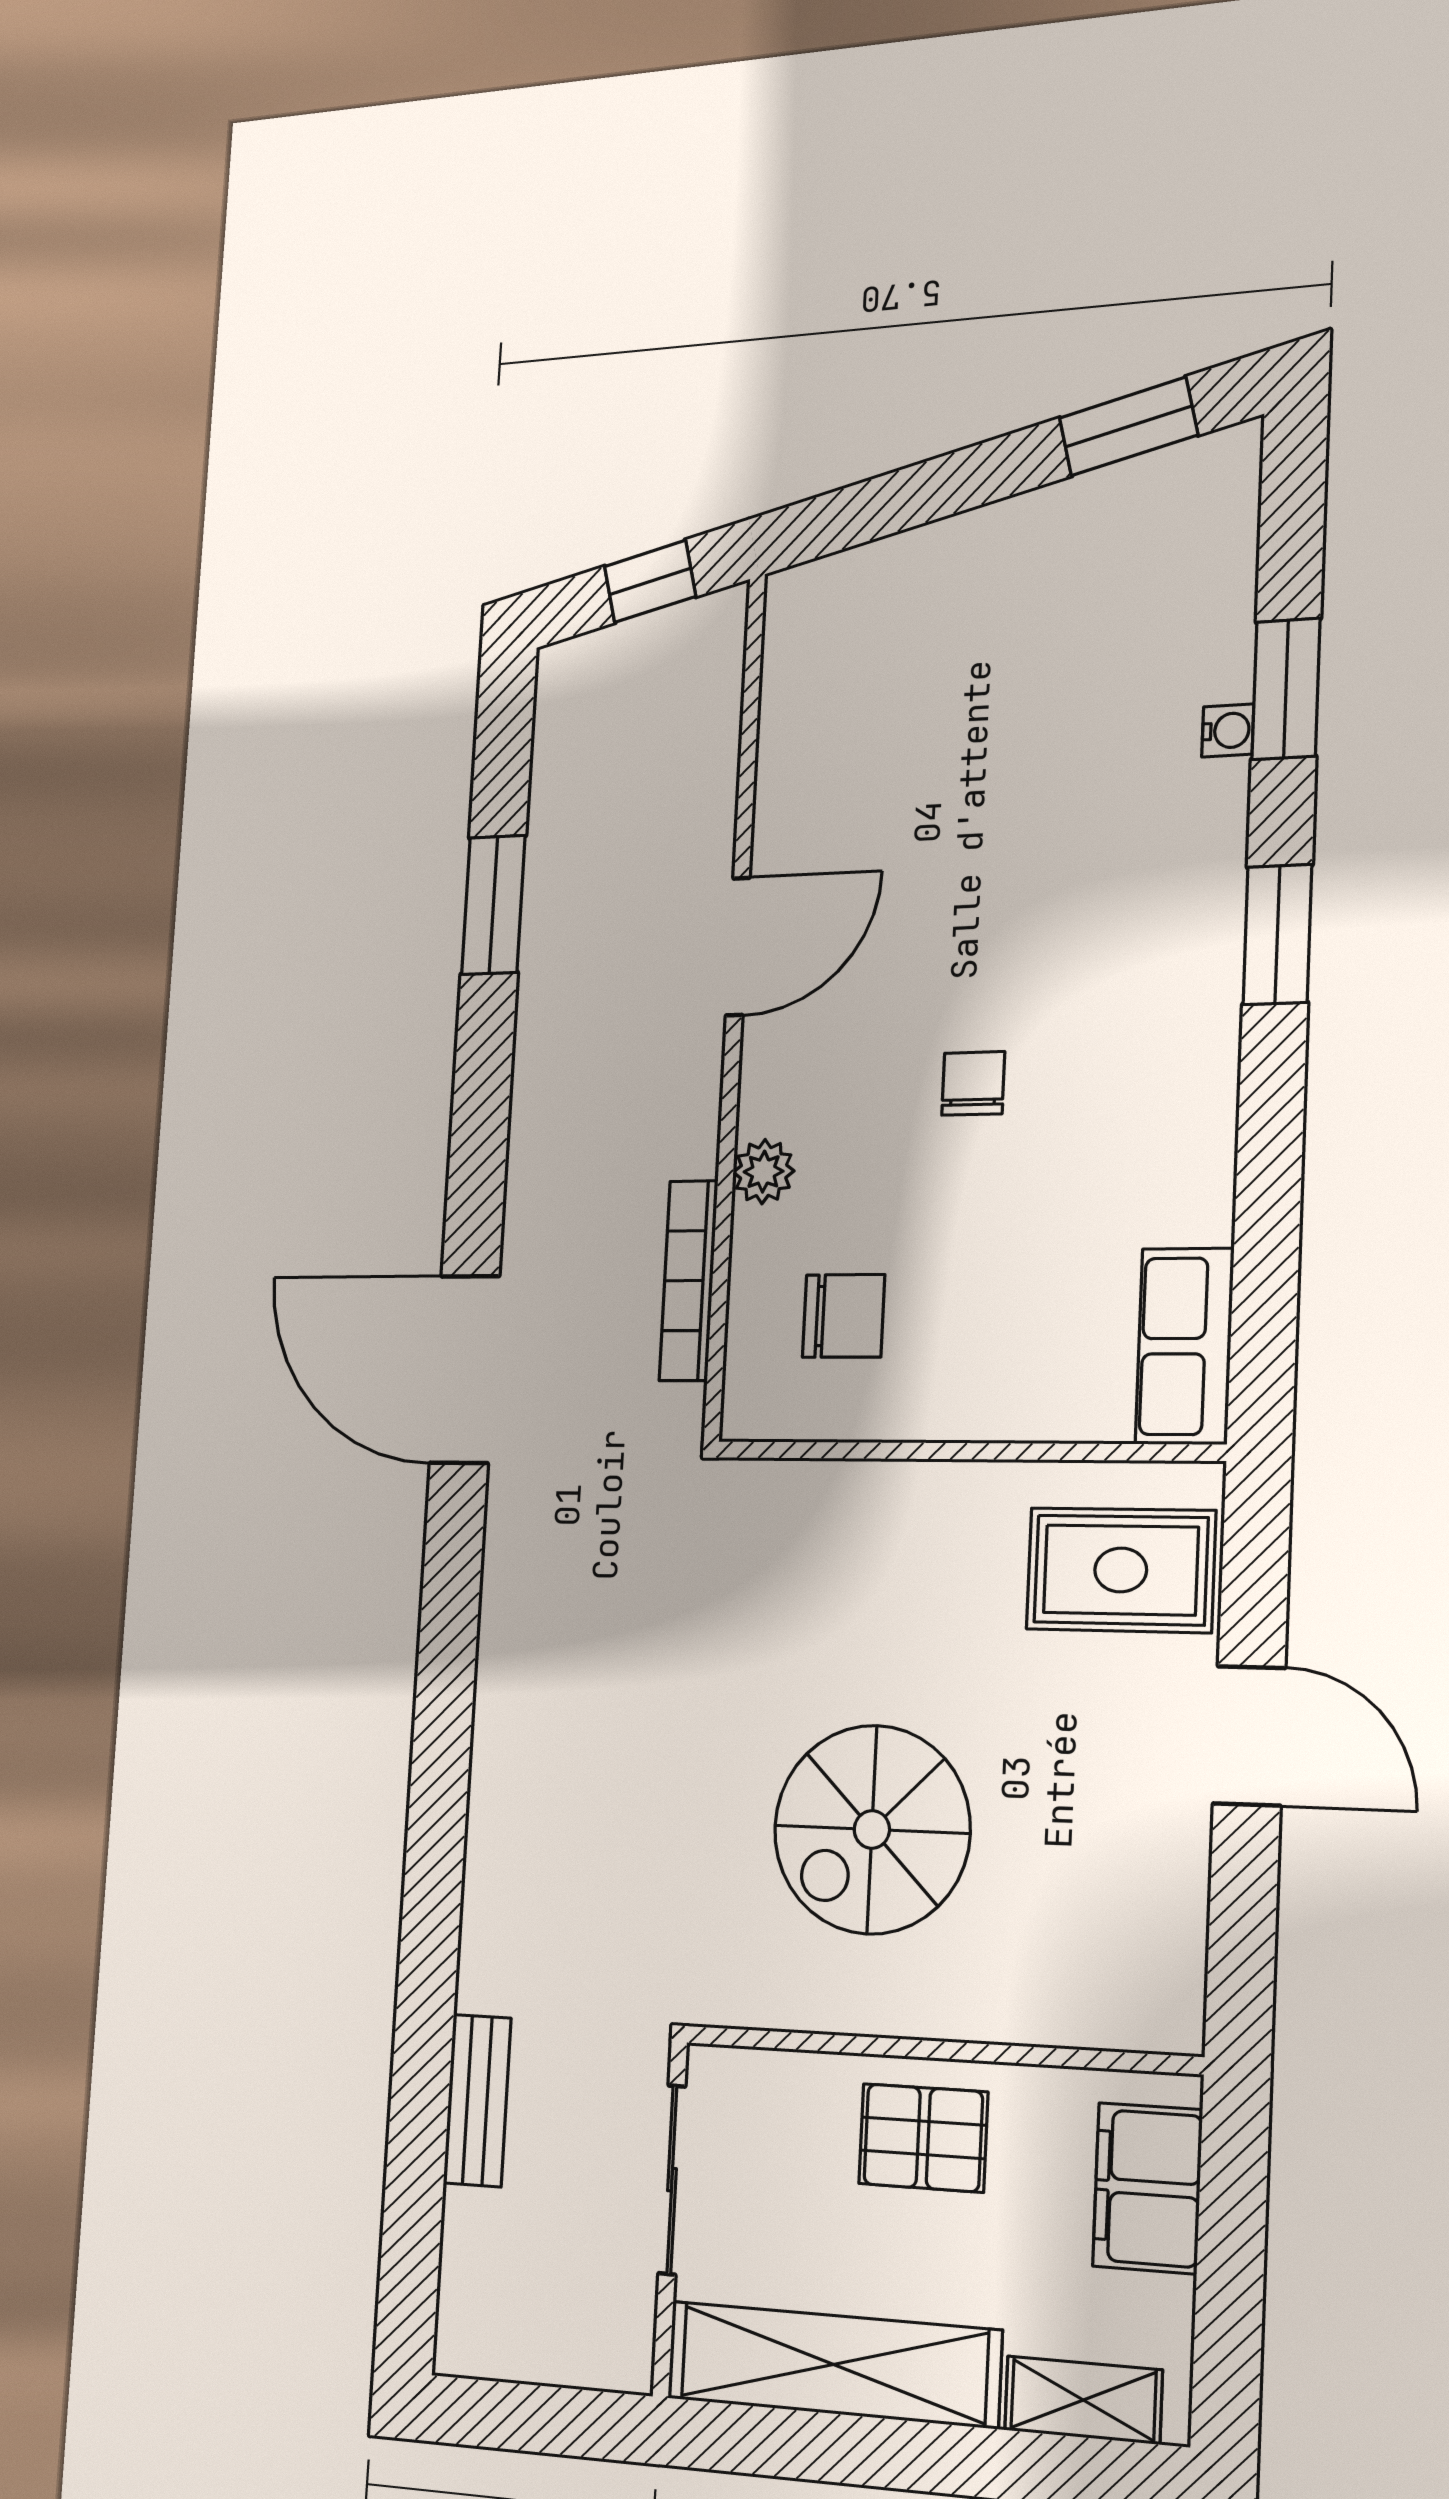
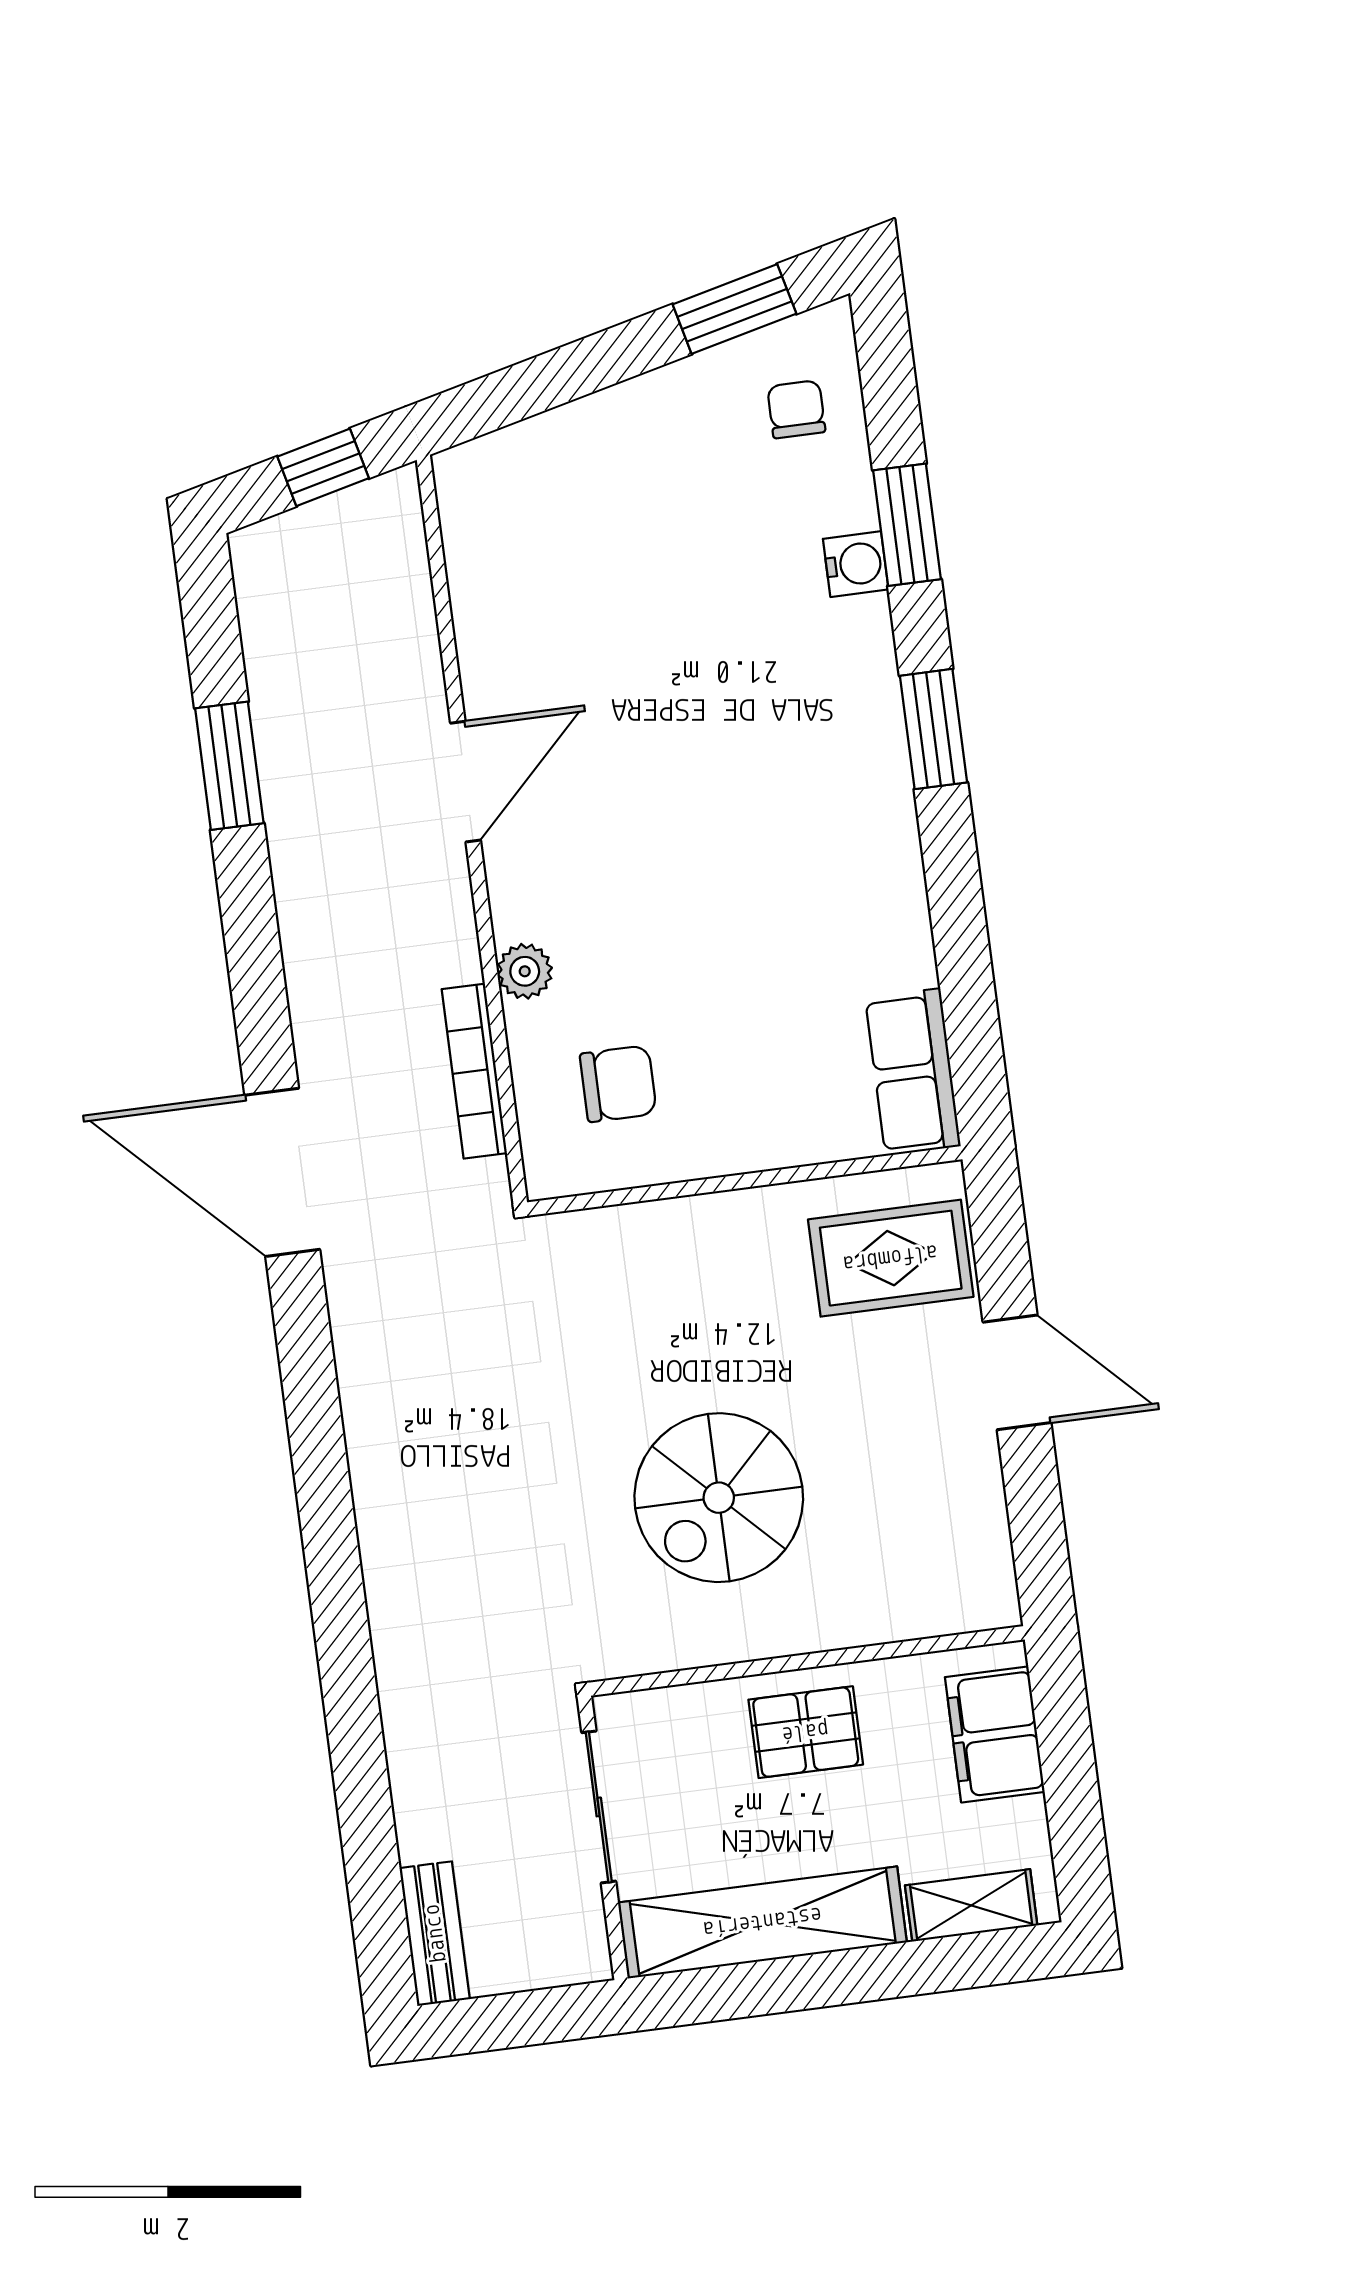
water cooler: (1228, 731) -> (856, 564), width x1.38, depth x1.38
chair: (973, 1083) -> (796, 409), moved
bench: (477, 2100) -> (435, 1934), moved

